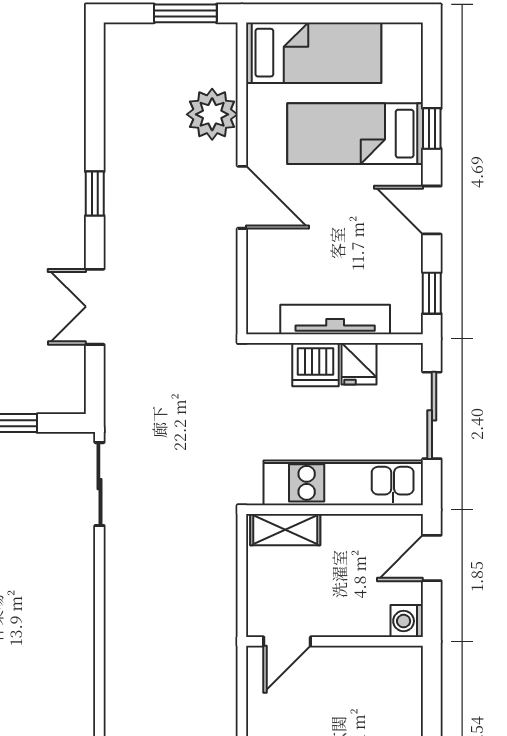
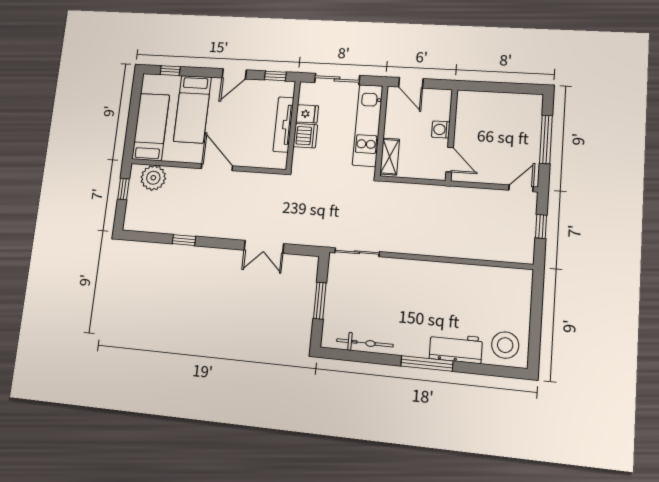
window: (185, 13) -> (123, 189), width x0.67
plant: (212, 114) -> (153, 178), moved
window: (432, 128) -> (170, 71), moved
window: (95, 194) -> (184, 240), moved
door: (242, 197) -> (217, 167), hinge flipped
washing machine: (407, 621) -> (441, 129), moved, turned 90

